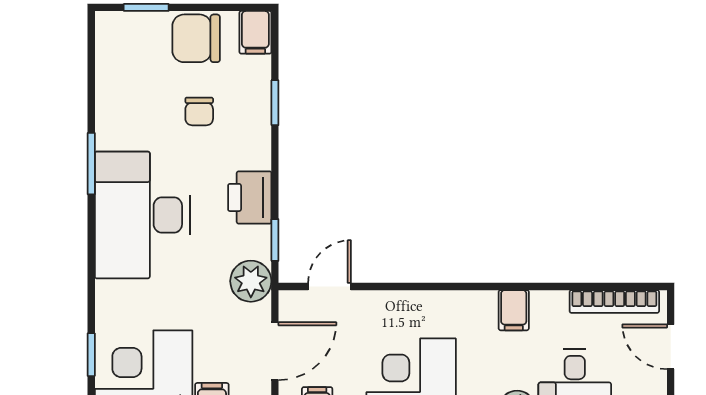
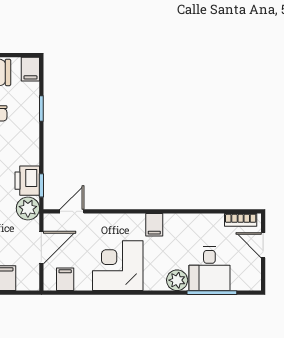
printer: (250, 197) -> (27, 181), moved
bookcase: (614, 302) -> (241, 220), width x0.64
filing cabinet: (514, 310) -> (154, 225), moved

